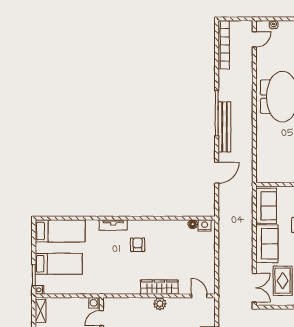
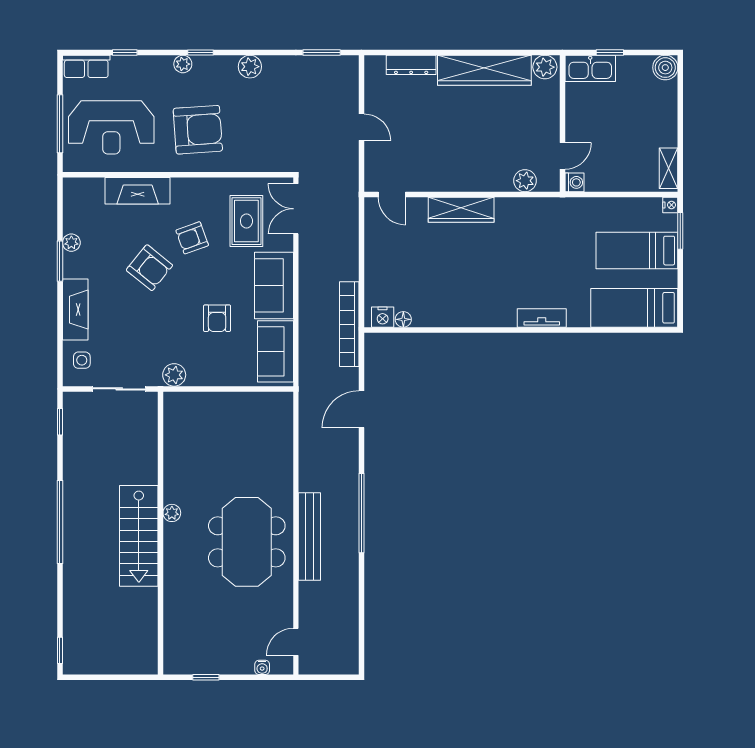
bookcase: (224, 45) -> (349, 324), moved
bench: (224, 127) -> (309, 536), moved
armchair: (138, 245) -> (499, 284), removed
plant: (160, 304) -> (525, 181), moved

